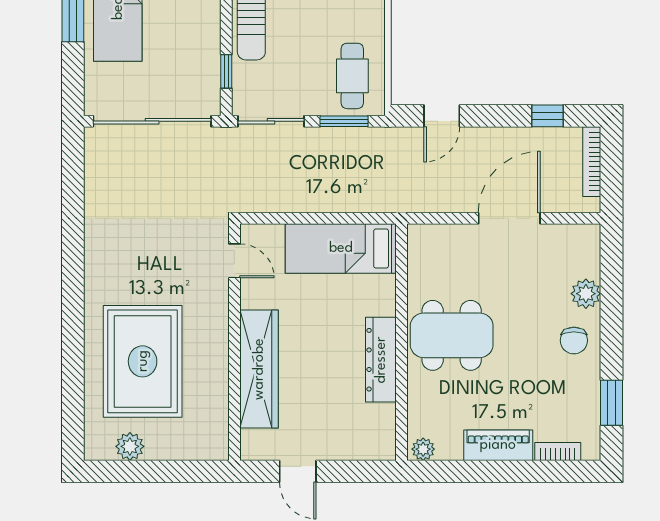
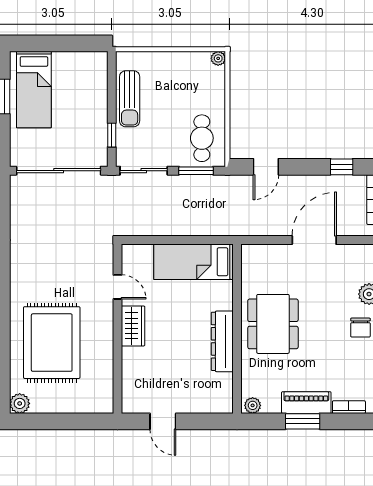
door: (234, 261) -> (117, 287), moved
dining table: (452, 335) -> (273, 324), turned 90
wardrobe: (259, 369) -> (133, 326), width x0.48, depth x0.85
plant: (130, 446) -> (20, 403), moved
window: (493, 471) -> (303, 421), added

